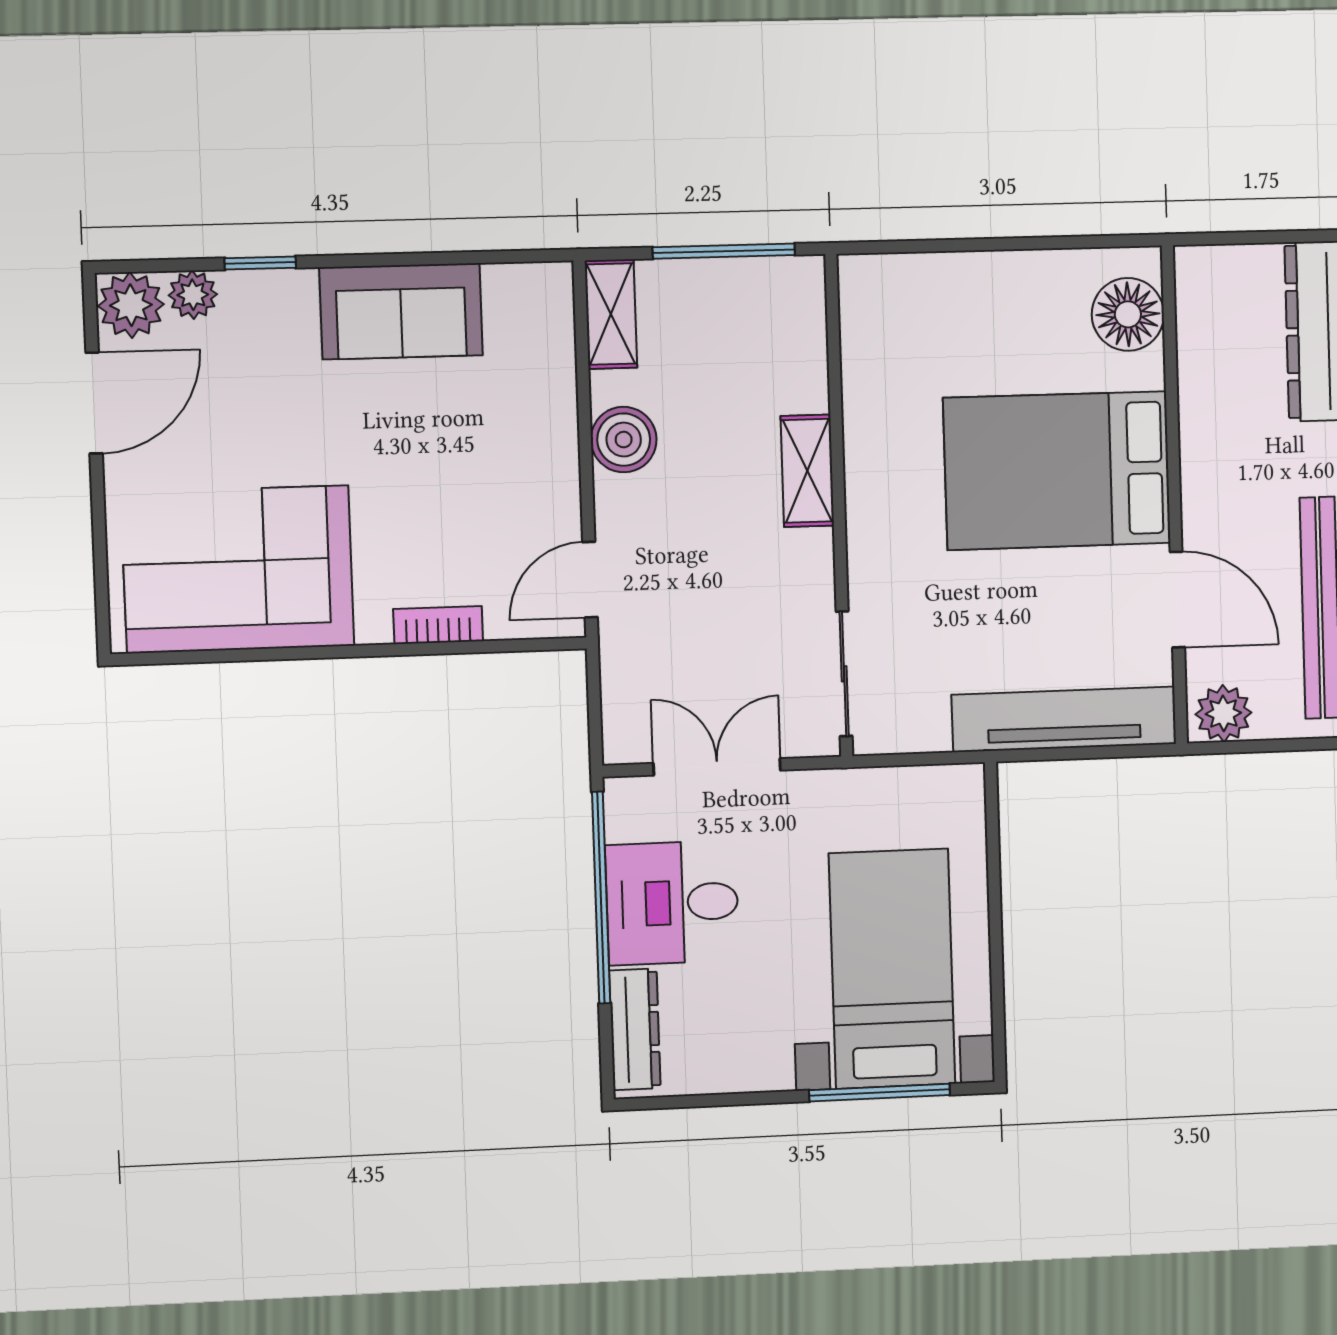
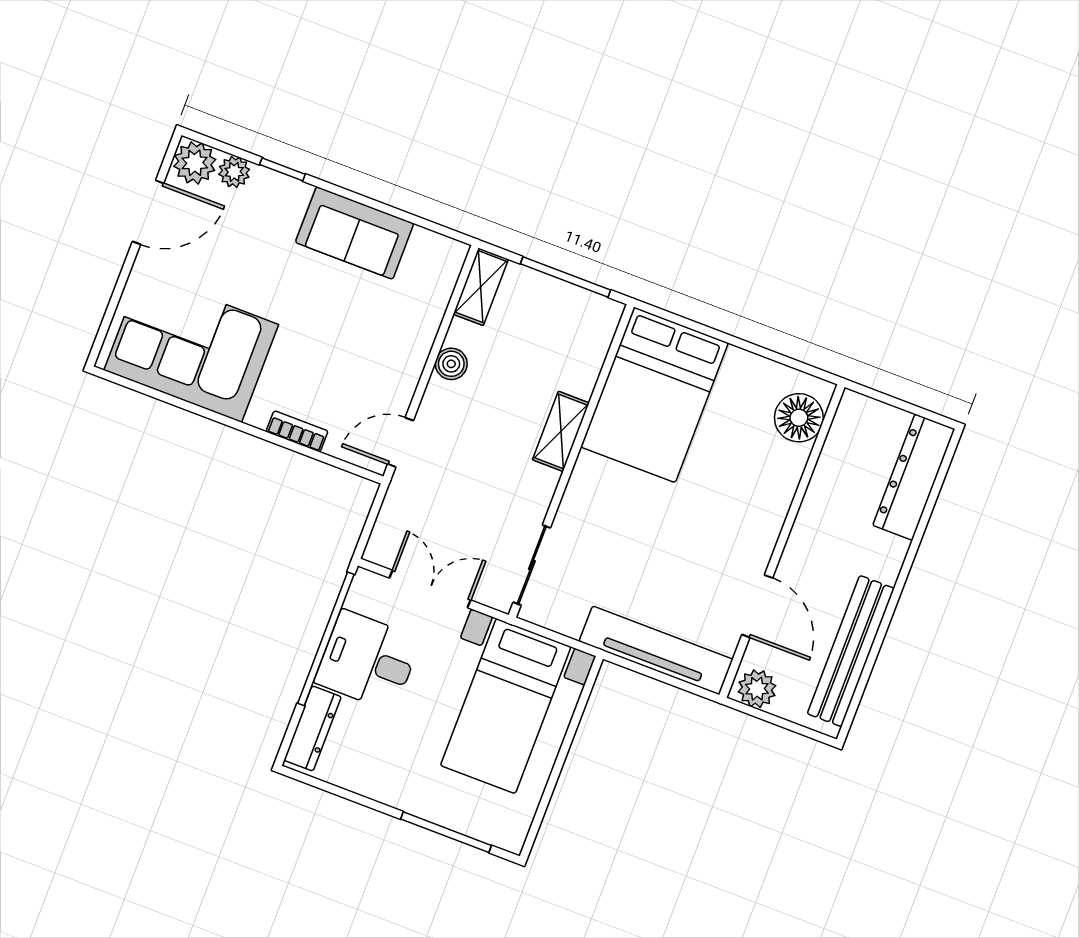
boiler: (624, 440) -> (451, 364), width x0.73, depth x0.73
bed: (1057, 471) -> (654, 395), moved, turned -90
bed with nightstands: (892, 969) -> (506, 706), moved, turned 180

